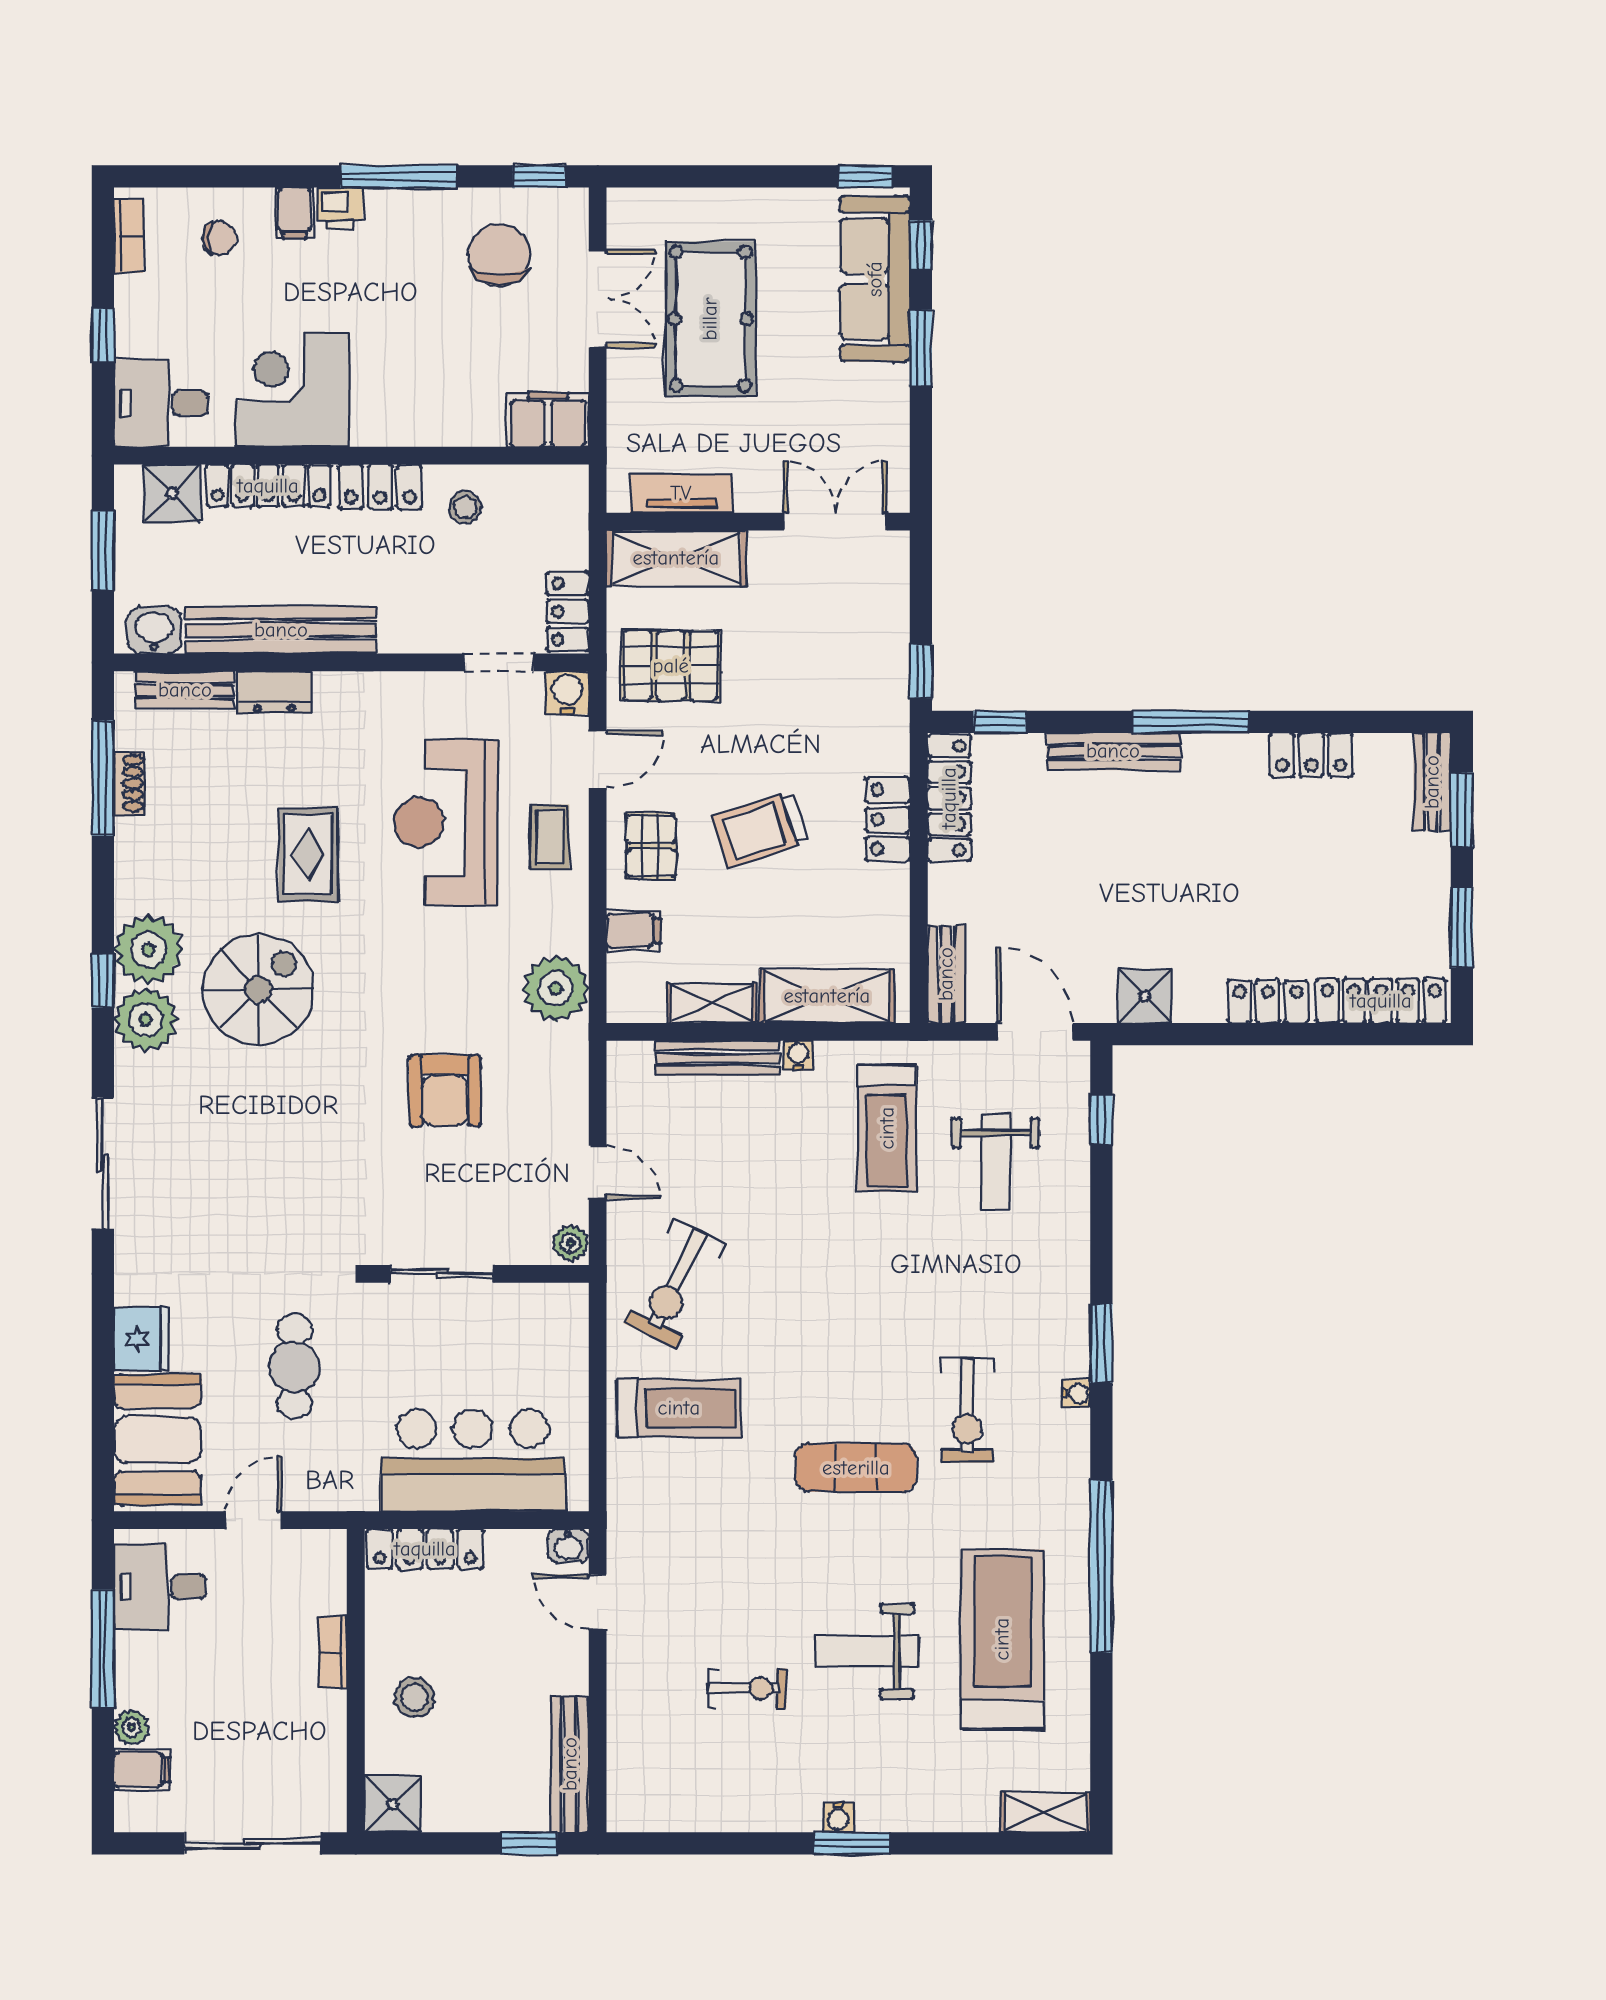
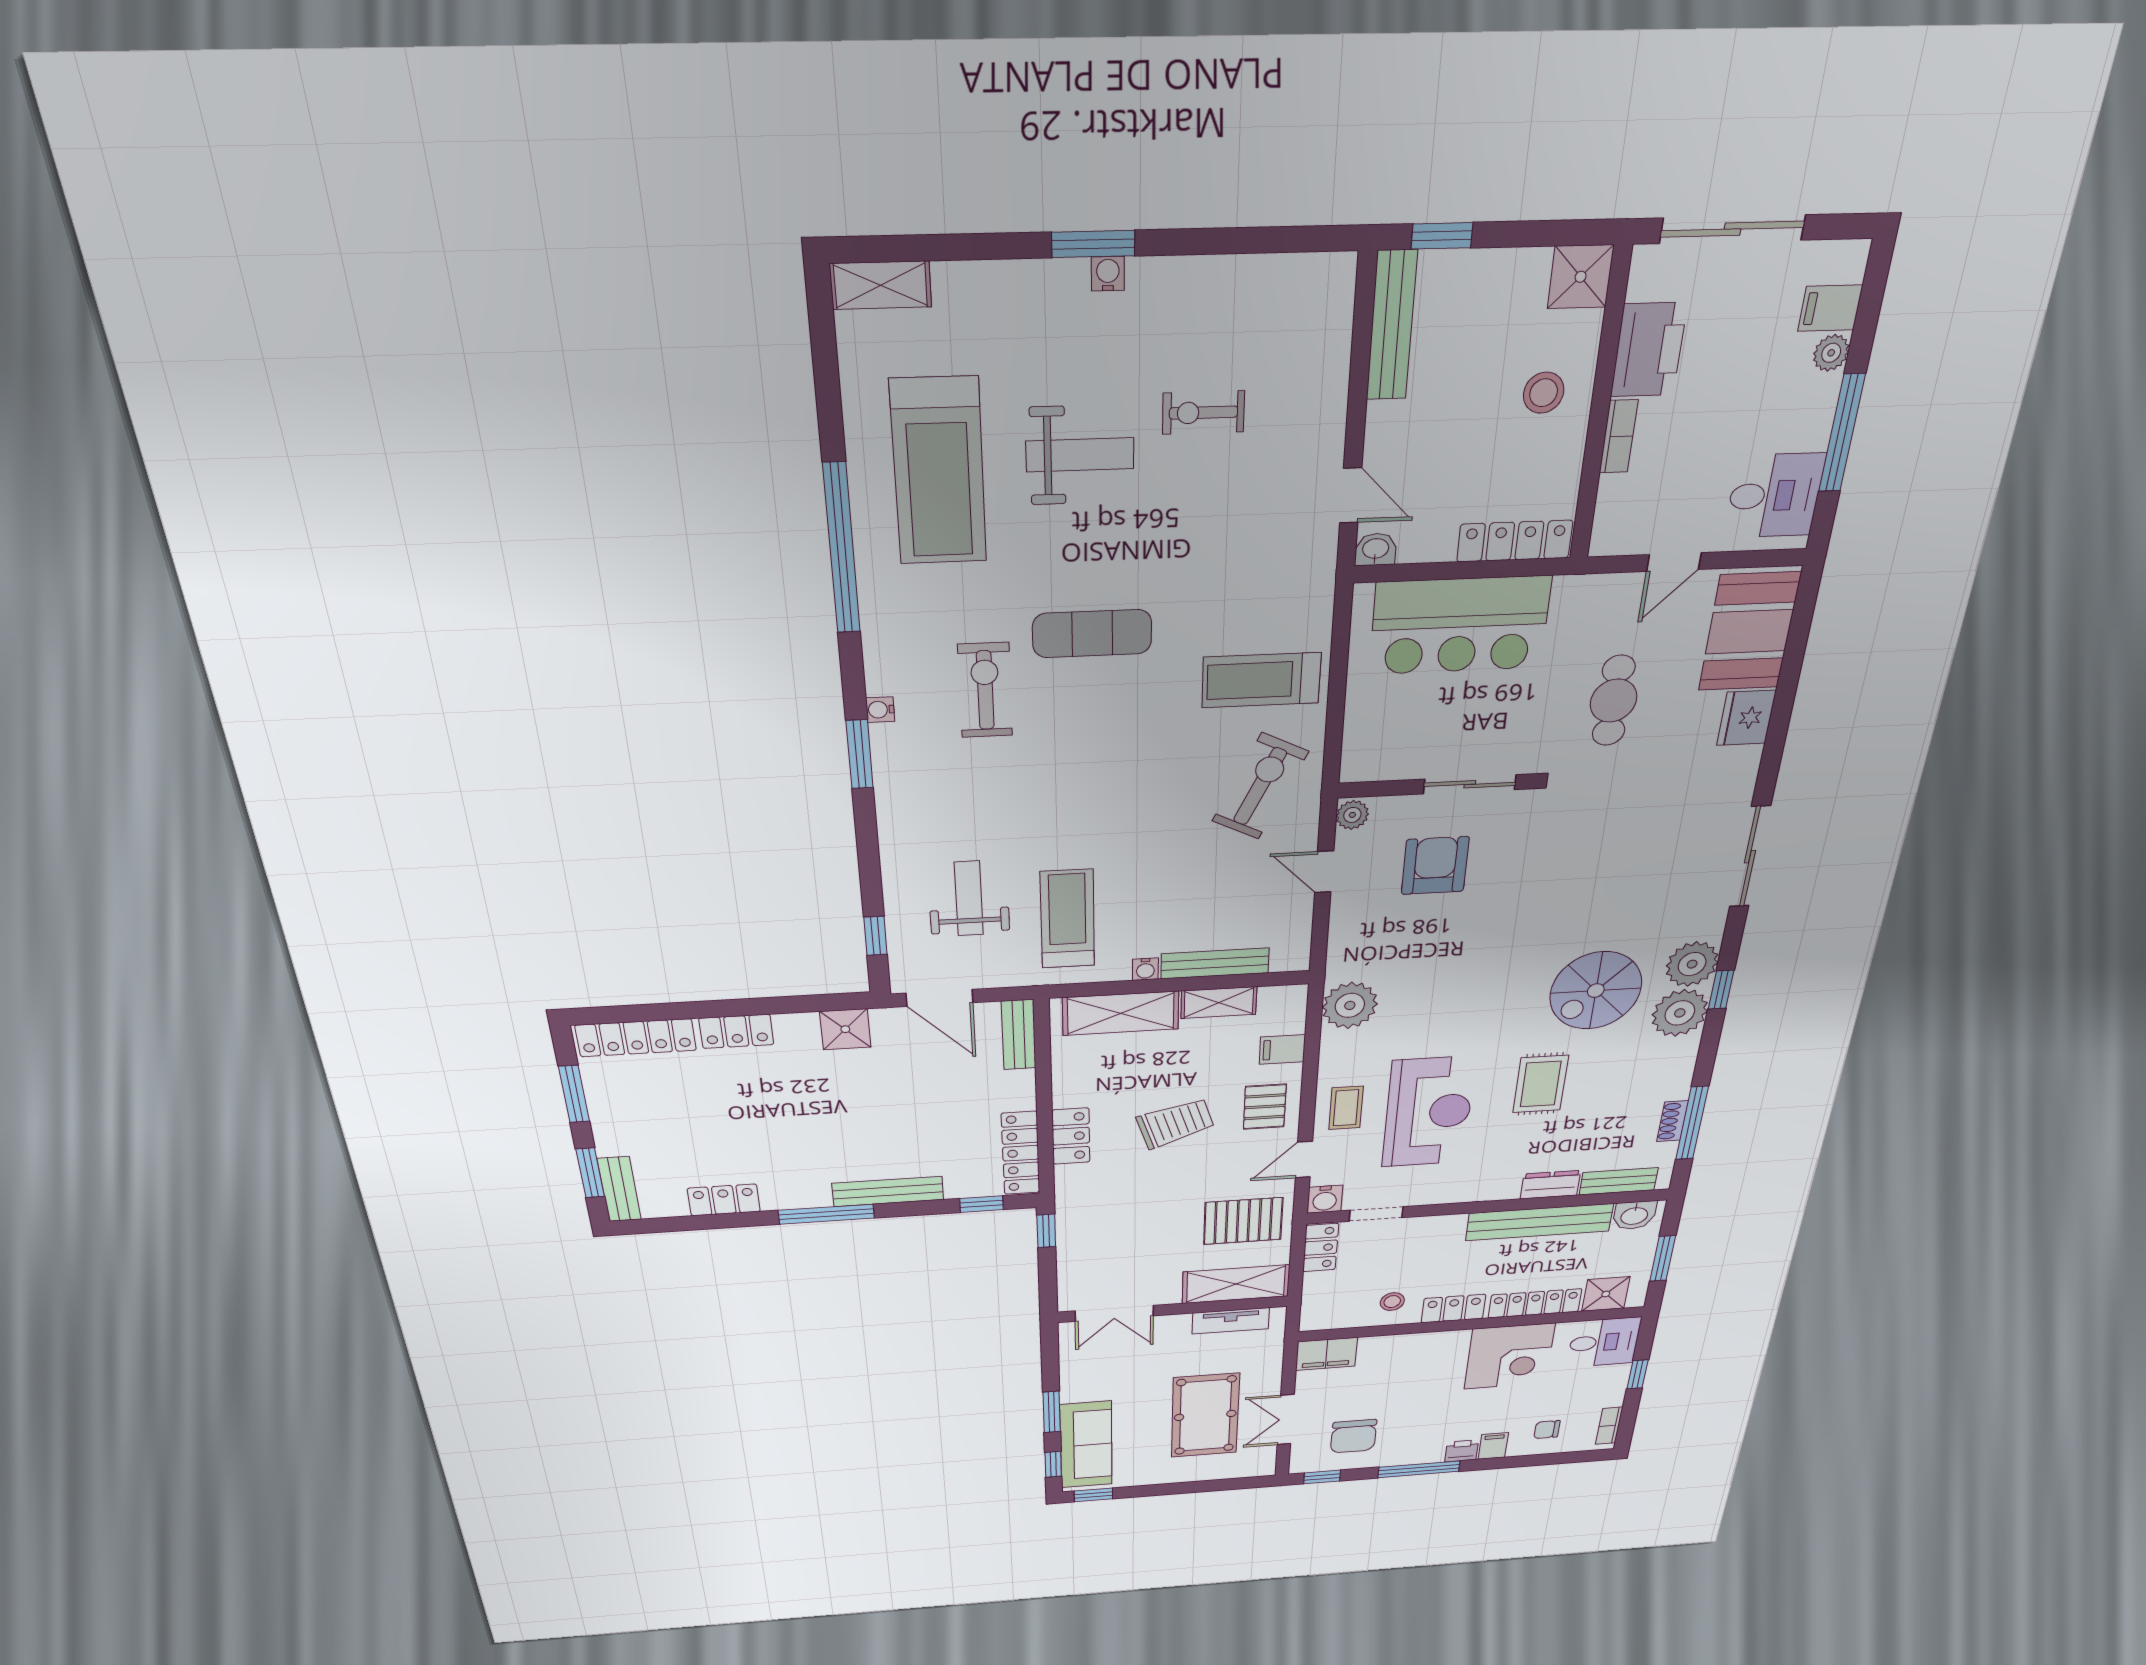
armchair: (445, 1091) -> (1435, 866), moved
printer: (316, 1735) -> (1649, 350), added

